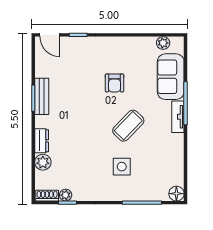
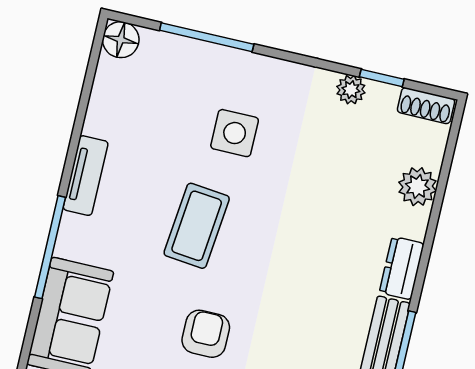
tv unit: (178, 117) -> (86, 176), moved
coffee table: (128, 126) -> (197, 226), turned -38
dresser: (42, 141) -> (402, 268), moved
plant: (66, 195) -> (351, 90), moved

